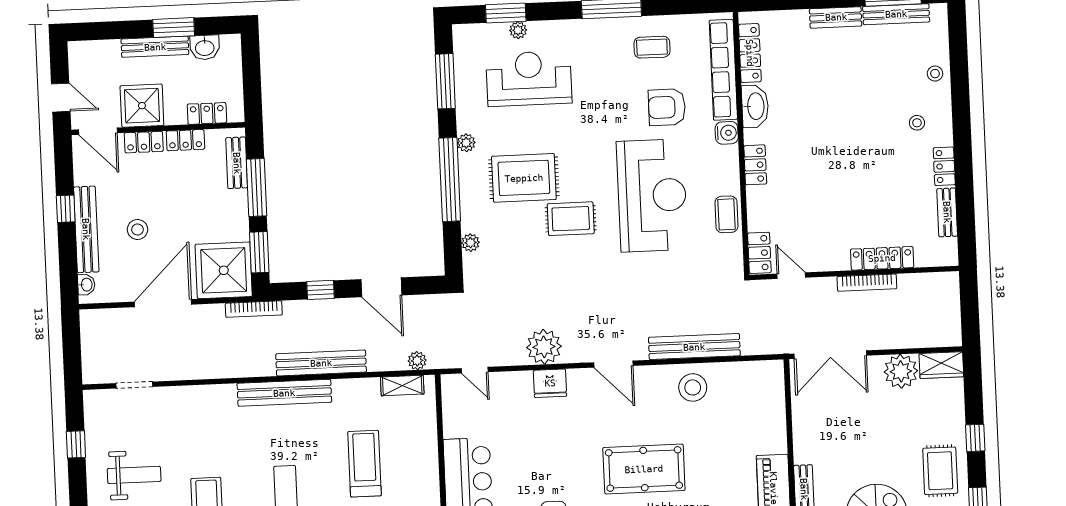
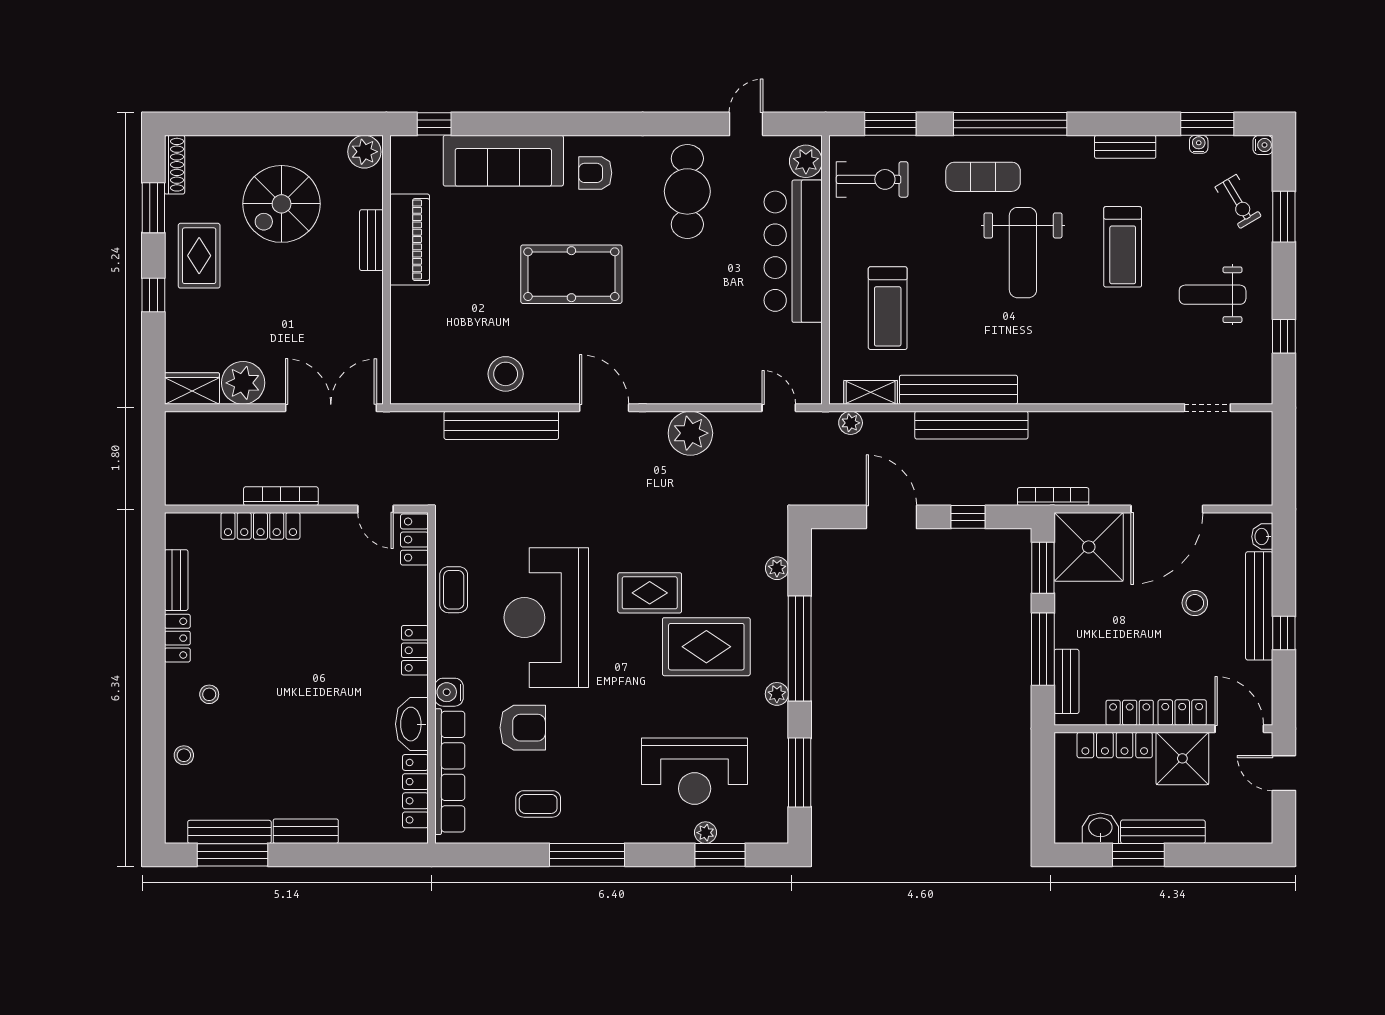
locker: (207, 113) -> (1115, 745), width x1.53
fridge: (550, 383) -> (685, 387), removed
bench: (284, 393) -> (958, 390), moved
treadmill: (365, 464) -> (888, 308), moved

